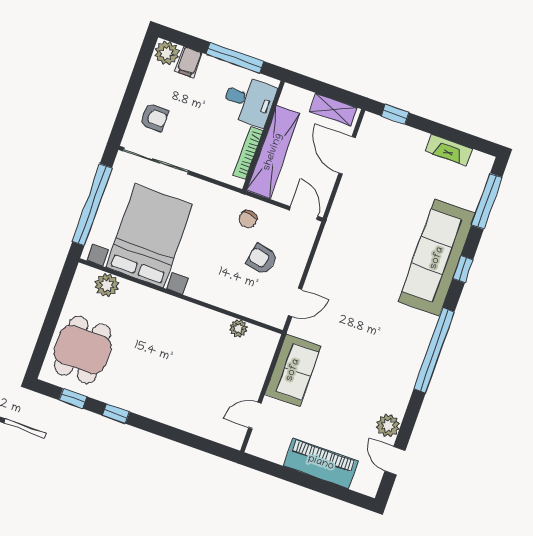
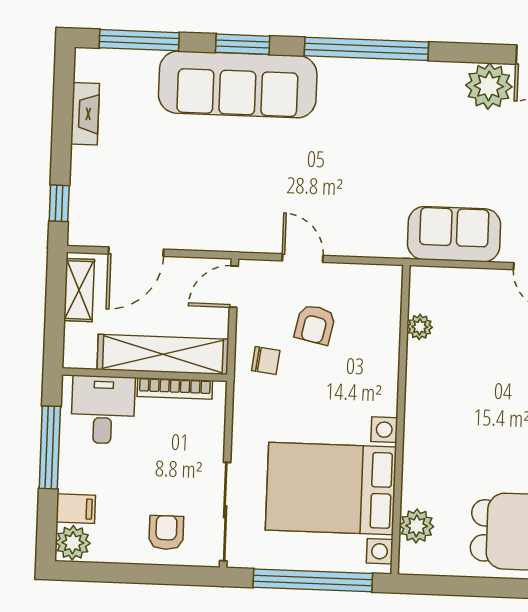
window: (463, 269) -> (243, 44), width x1.50
door: (295, 302) -> (303, 258), moved
plant: (388, 425) -> (489, 86), width x1.36, depth x1.36

